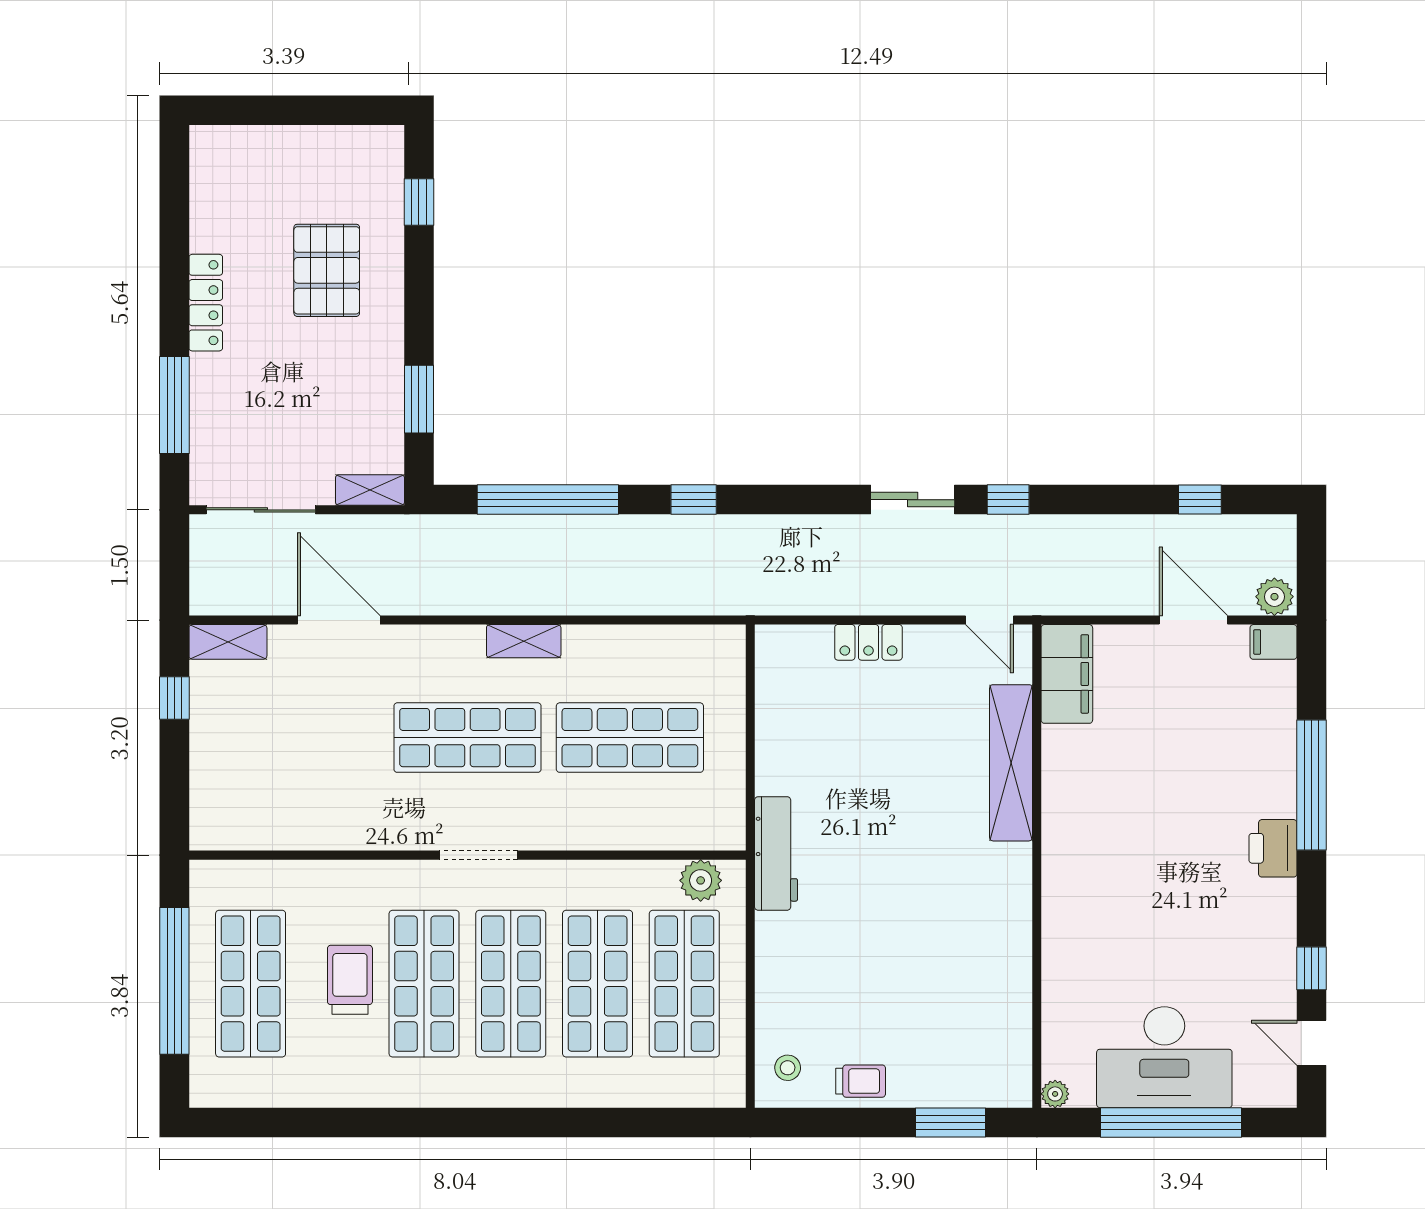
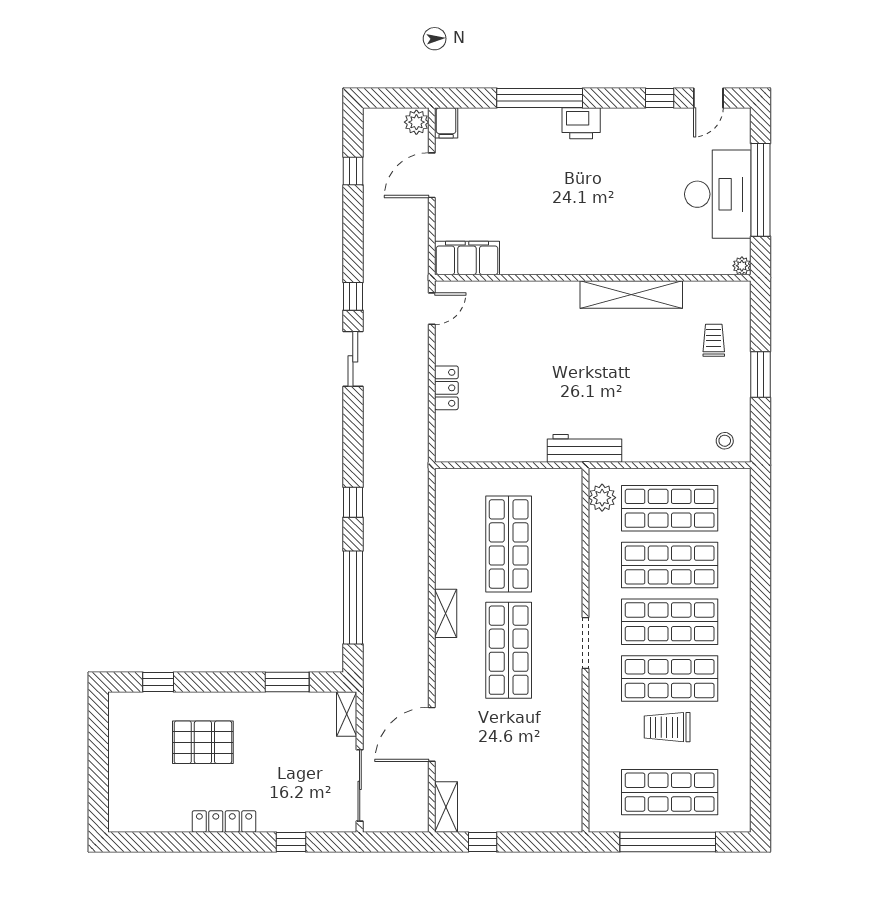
window: (174, 405) -> (291, 842), width x0.46
shelving: (1011, 763) -> (631, 295), moved
trolley: (861, 1081) -> (714, 340), moved
window: (950, 1122) -> (761, 375), moved

